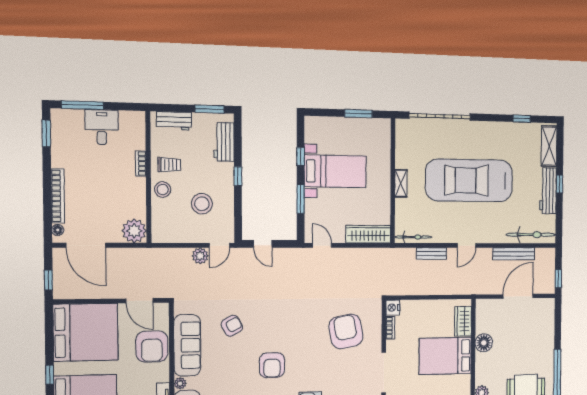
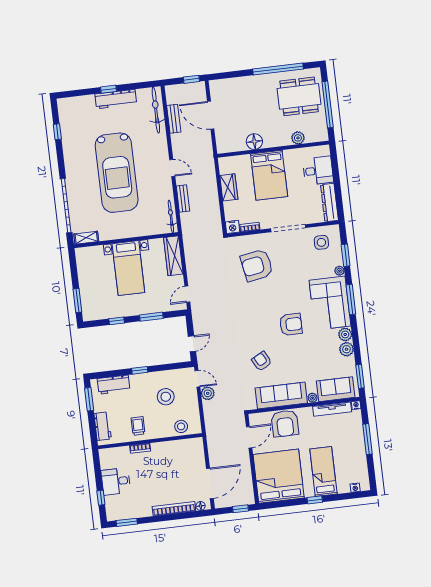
window: (82, 105) -> (101, 498), width x0.46
window: (358, 114) -> (77, 301), moved
shelving: (549, 146) -> (77, 103), removed
bed with nightstands: (335, 171) -> (128, 268), moved, turned 180
shelving: (401, 183) -> (86, 238), moved
stool: (163, 190) -> (181, 426), moved
plant: (134, 231) -> (194, 448), removed
bench: (514, 254) -> (174, 119), width x0.73
wardrobe: (463, 321) -> (229, 187), moved, turned -90
armchair: (152, 346) -> (285, 423), turned 90

